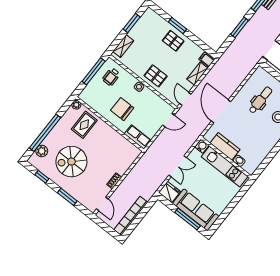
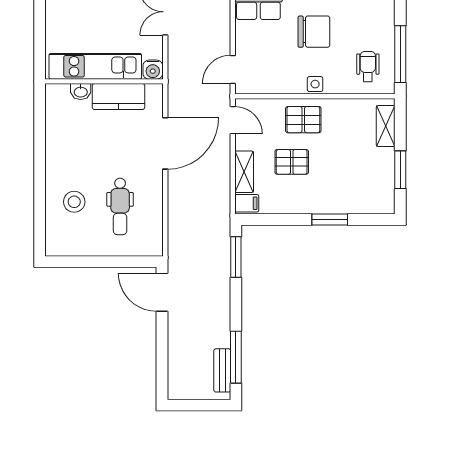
window: (240, 27) -> (236, 257), moved
pallet: (173, 41) -> (292, 162), moved
door: (221, 111) -> (165, 143), hinge flipped

